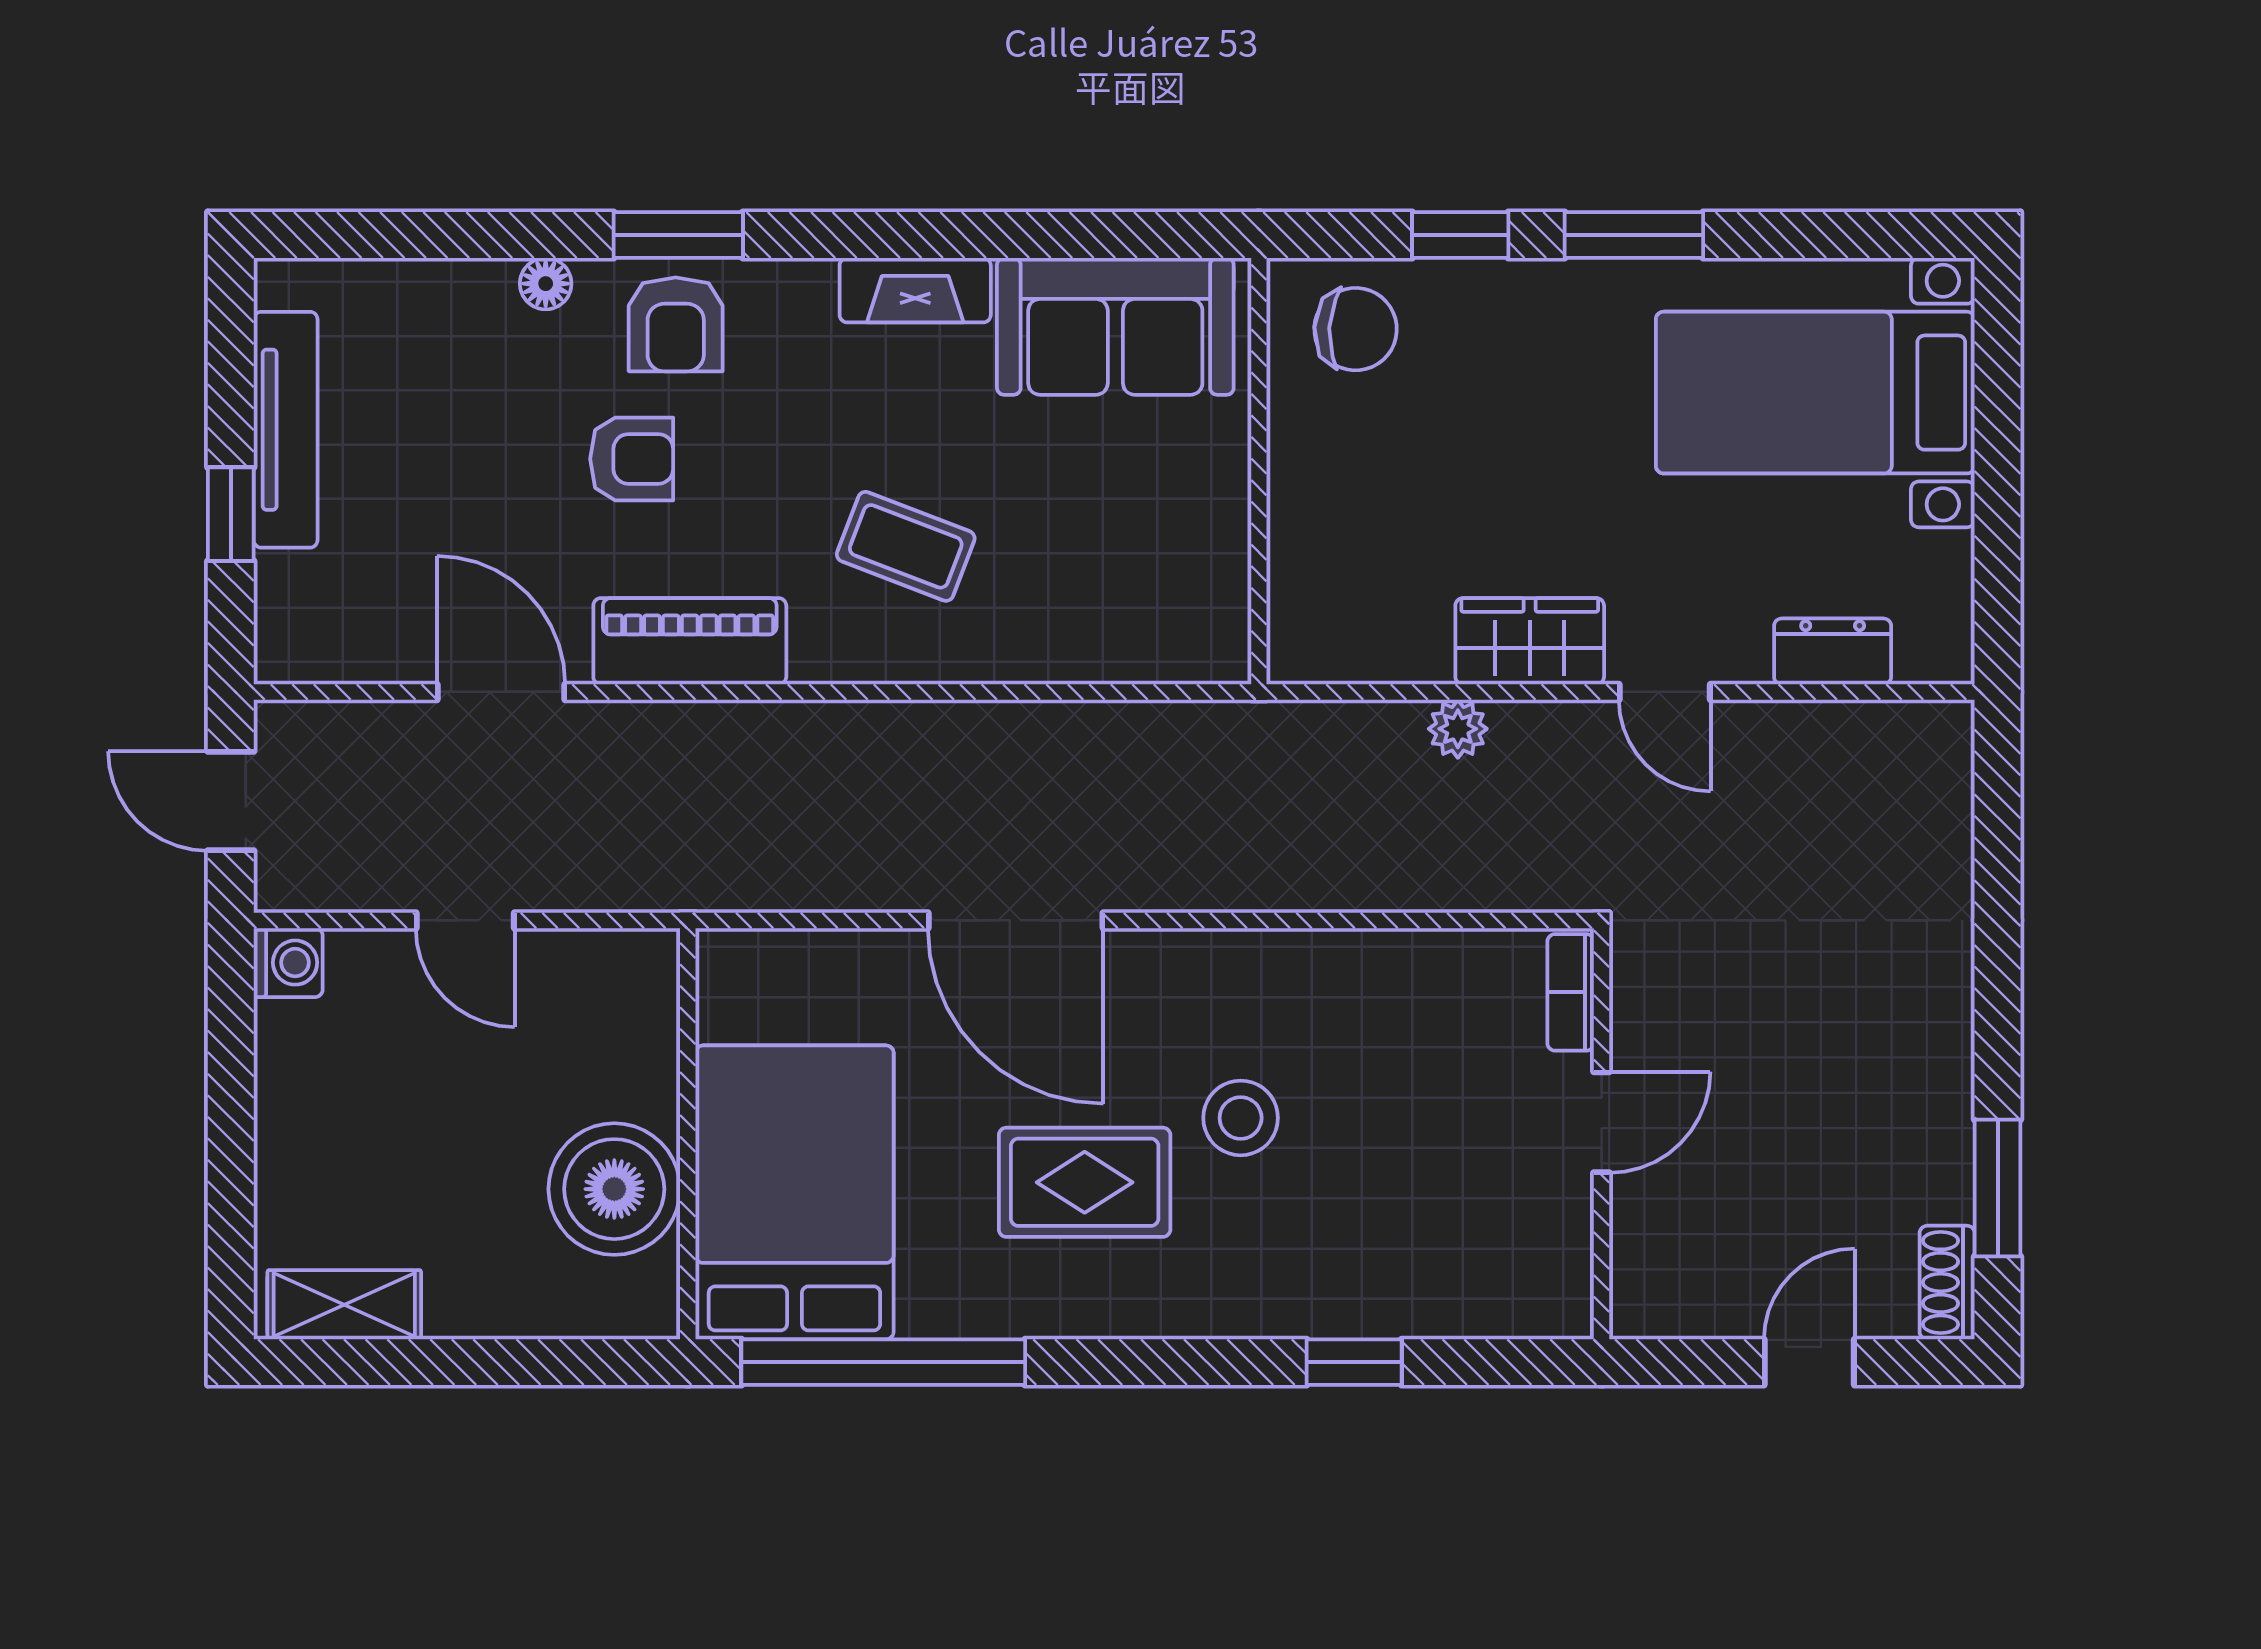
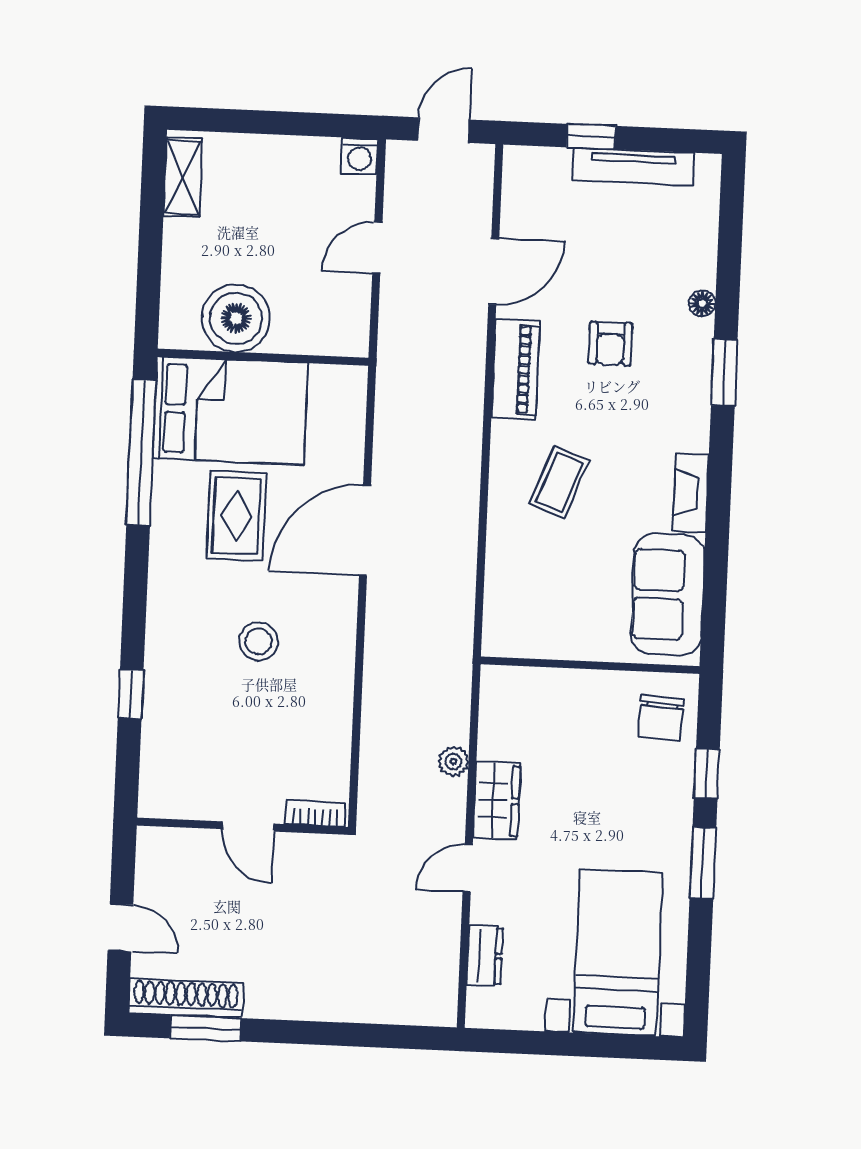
armchair: (676, 324) -> (678, 369), removed
rug: (1085, 1182) -> (236, 516), moved
shoe rack: (1947, 1282) -> (186, 998), width x1.94, depth x1.24

